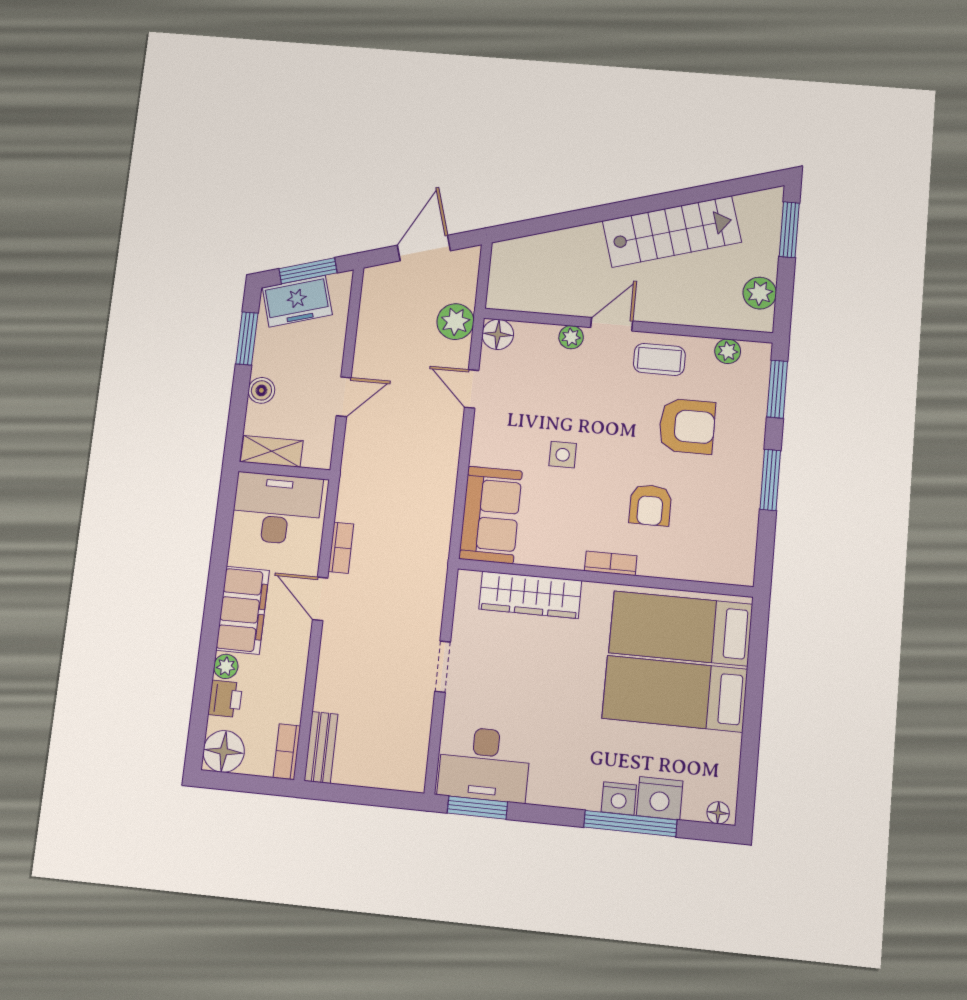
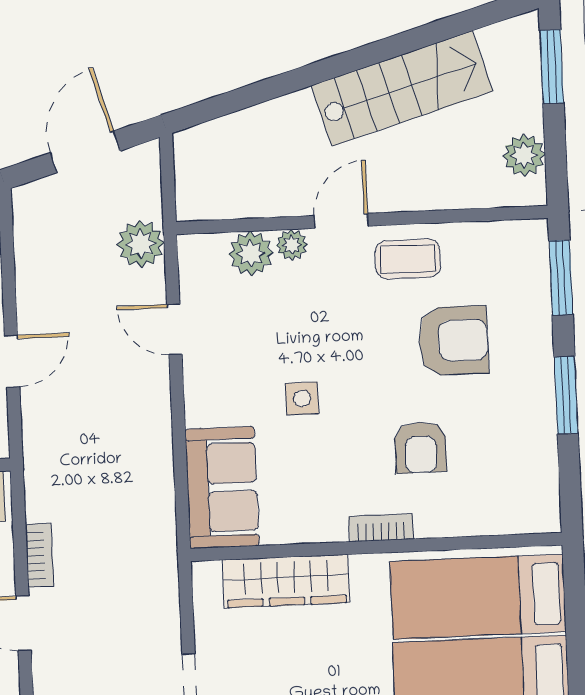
floor lamp: (498, 334) -> (197, 254), removed
plant: (728, 351) -> (251, 253), moved, width x1.38, depth x1.38

